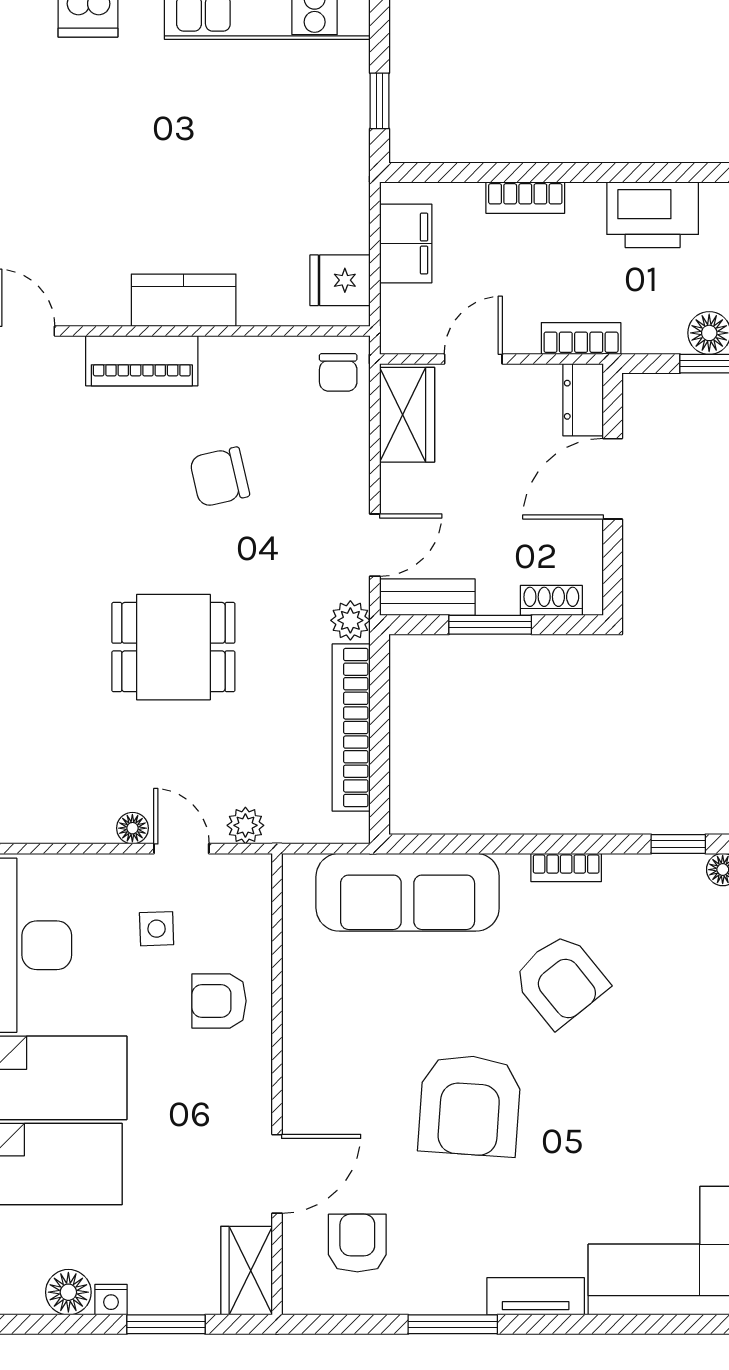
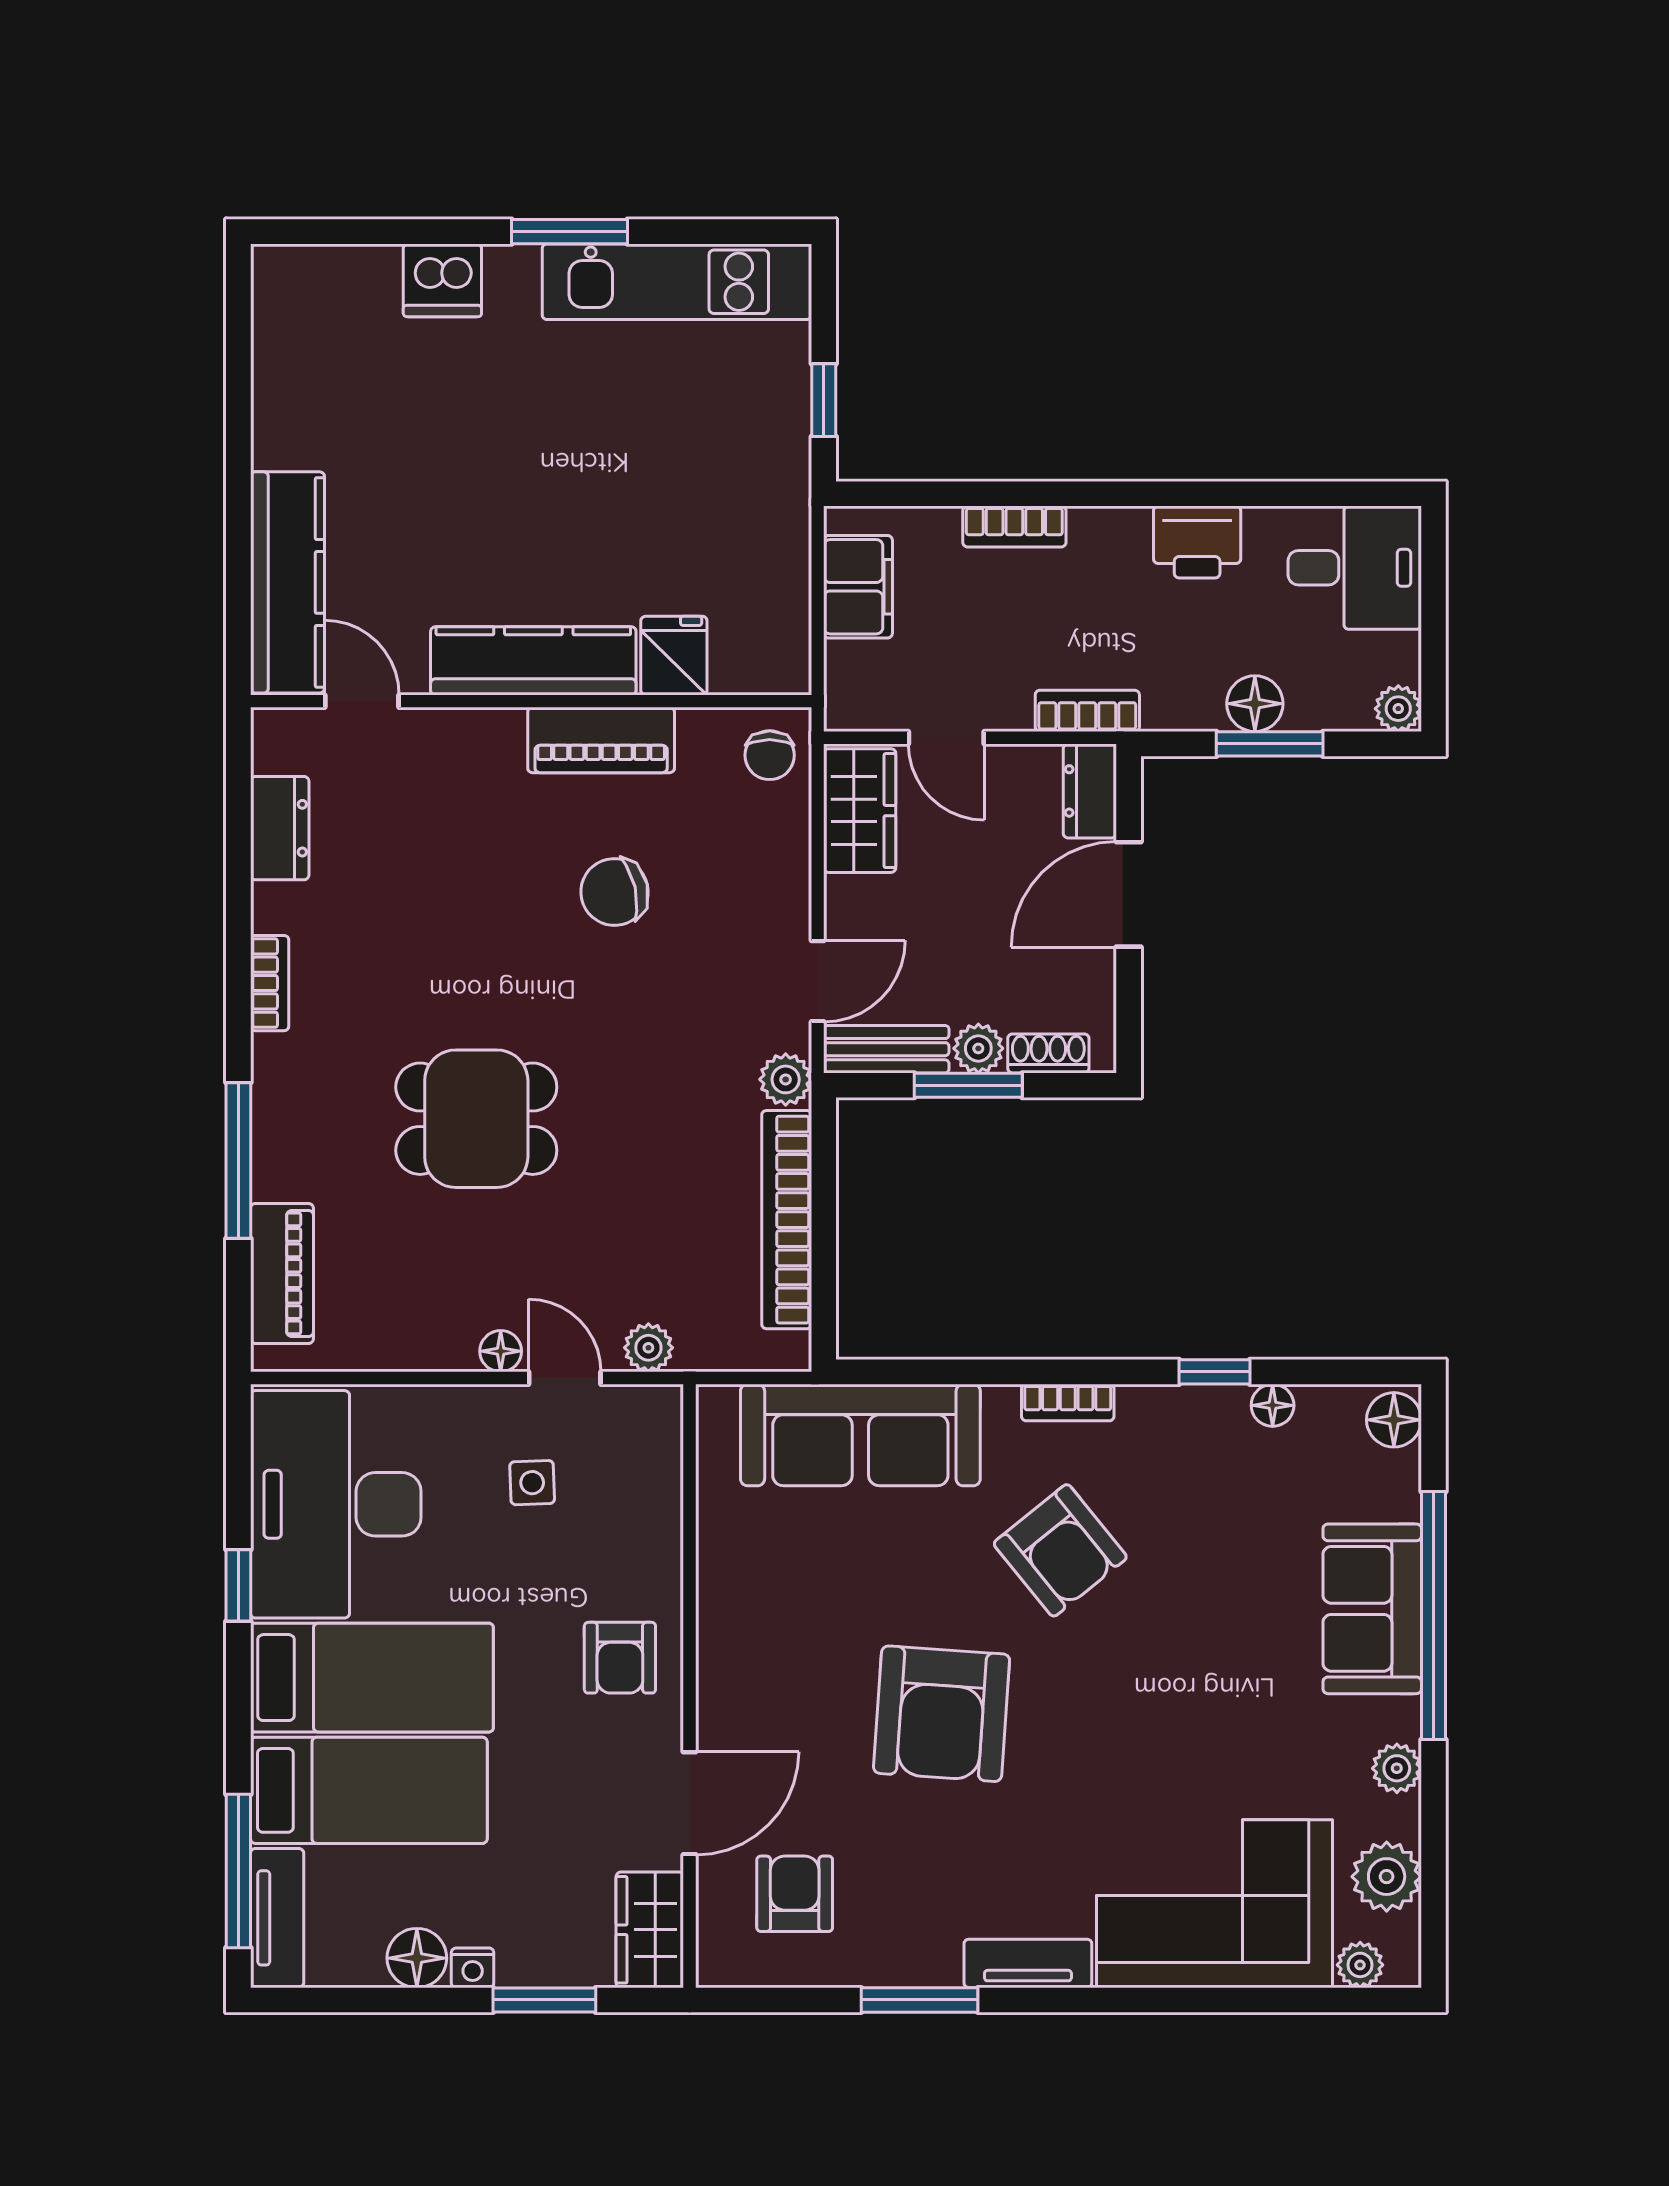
printer: (653, 215) -> (1197, 542), width x0.73, depth x0.84
fridge: (340, 280) -> (674, 656), moved, turned 90
kitchen counter: (184, 300) -> (533, 661), width x1.50
door: (473, 359) -> (946, 738), swing flipped
piano: (142, 361) -> (601, 740), moved
plant: (498, 597) -> (978, 1048), added
dining table: (173, 647) -> (476, 1119), moved
armchair: (219, 1001) -> (620, 1658), moved, turned -90

